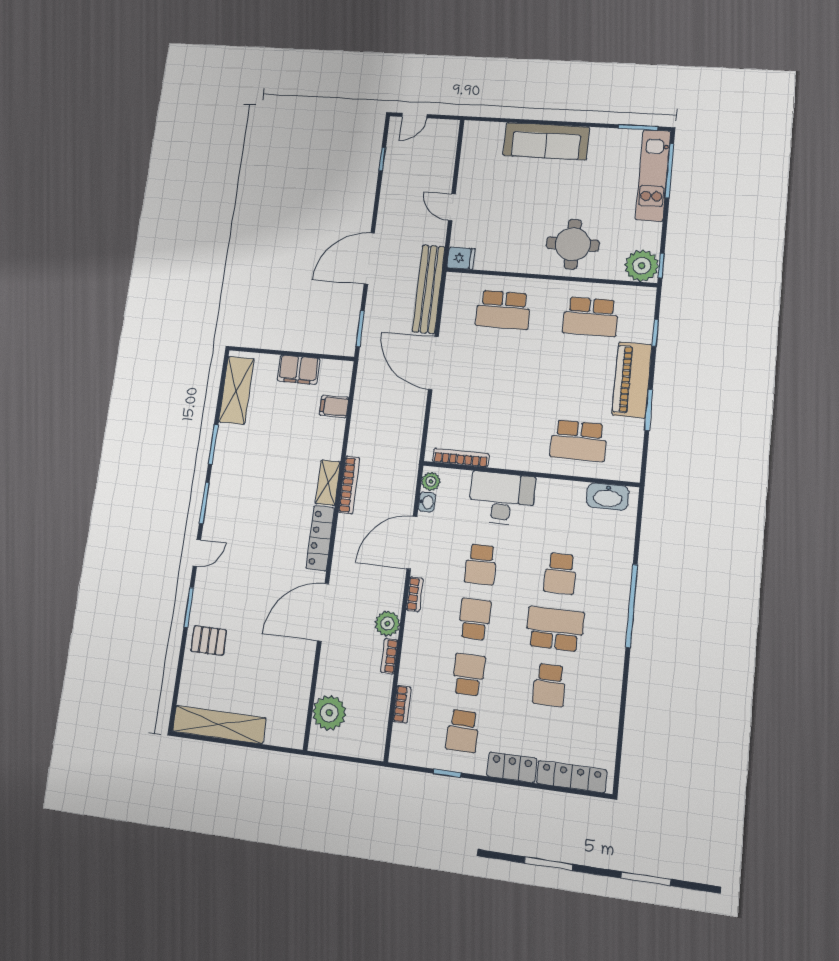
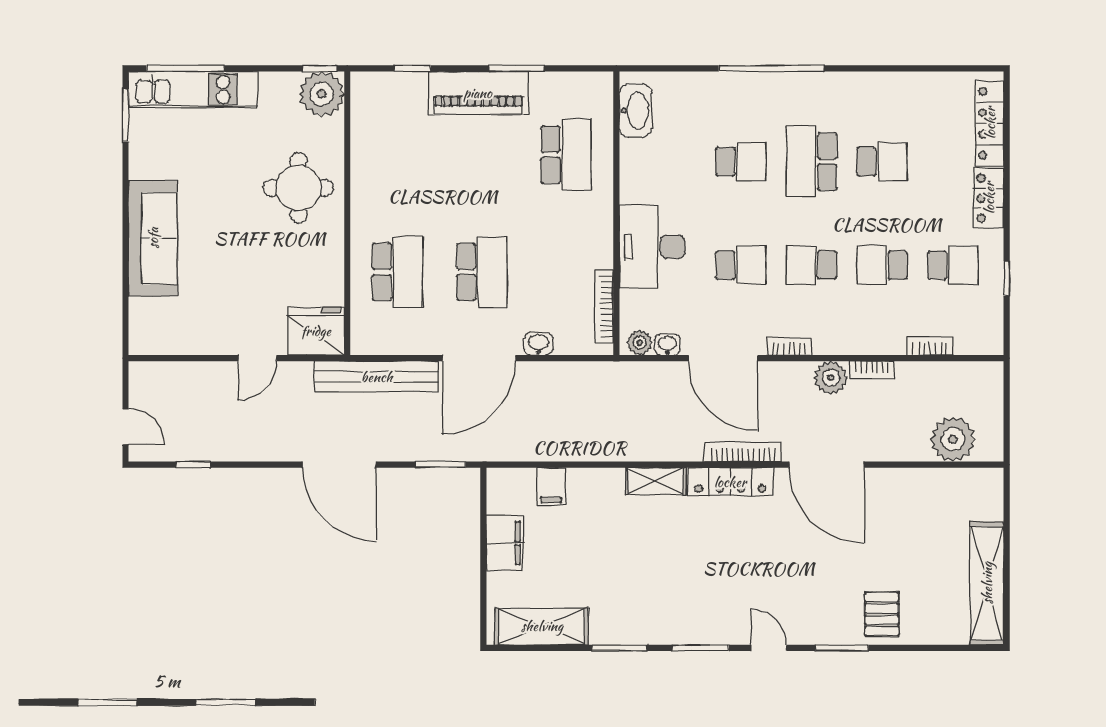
fridge: (461, 258) -> (316, 331), width x1.88, depth x1.34
school desk: (591, 317) -> (482, 272), moved
washbasin: (439, 407) -> (539, 344), added
bookcase: (349, 485) -> (743, 452), moved

